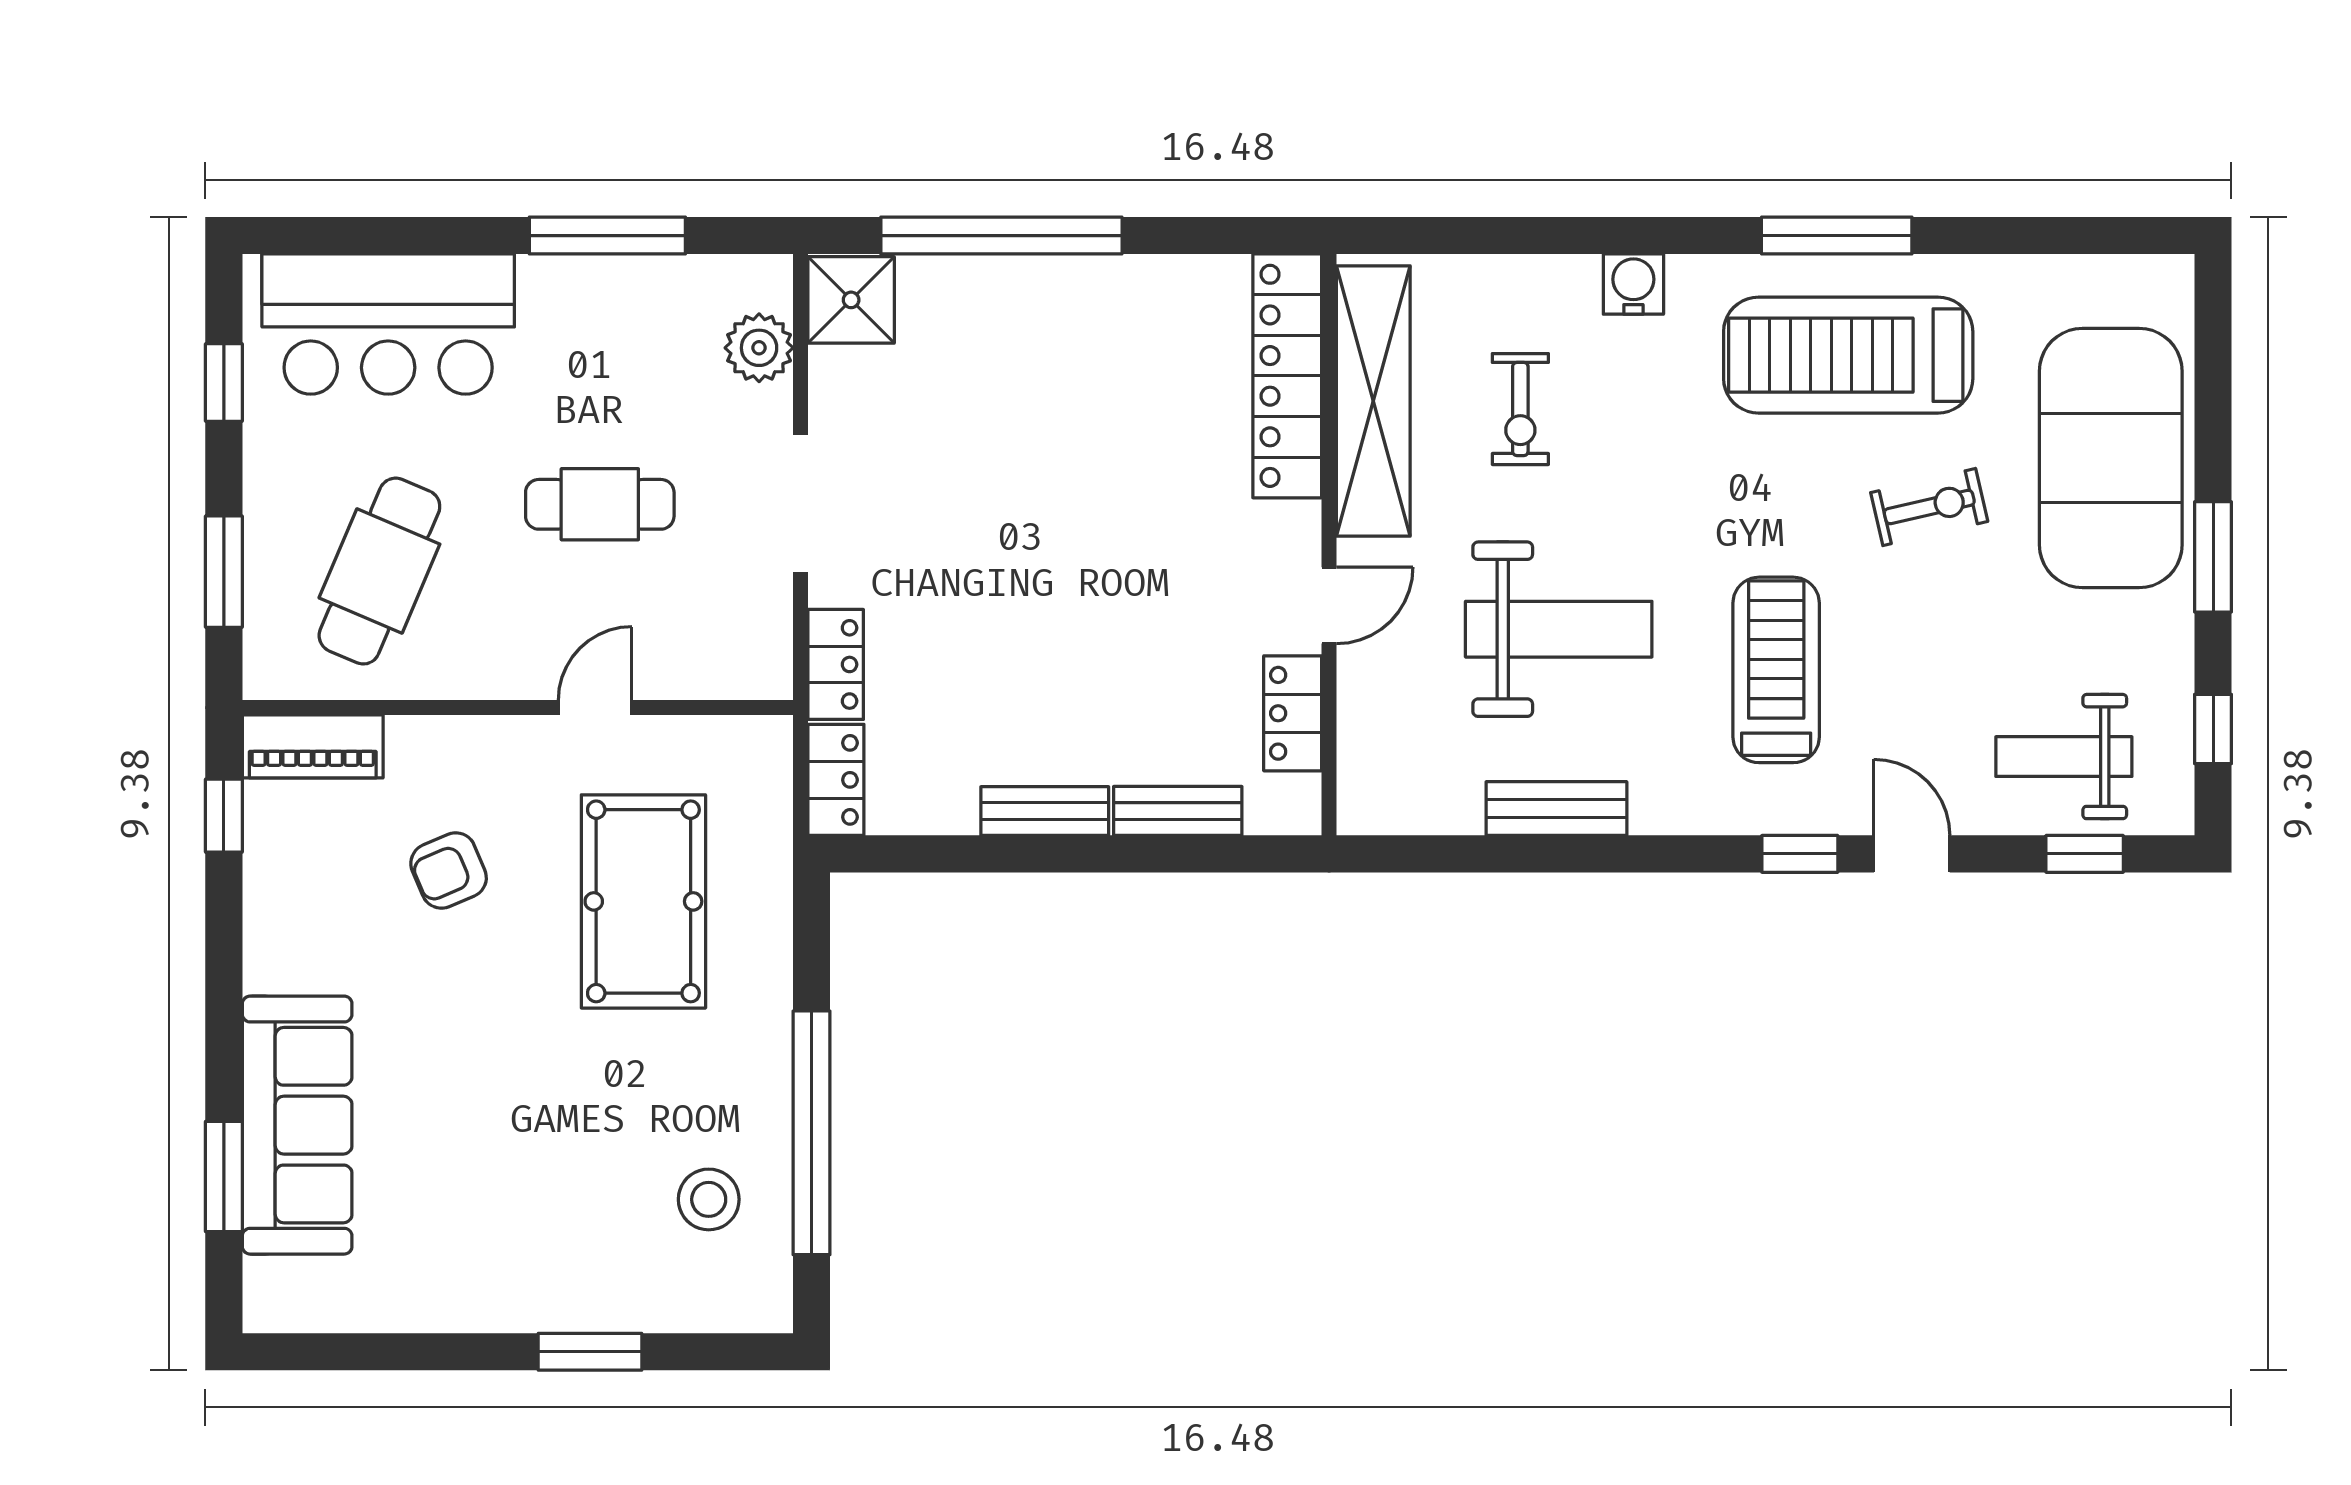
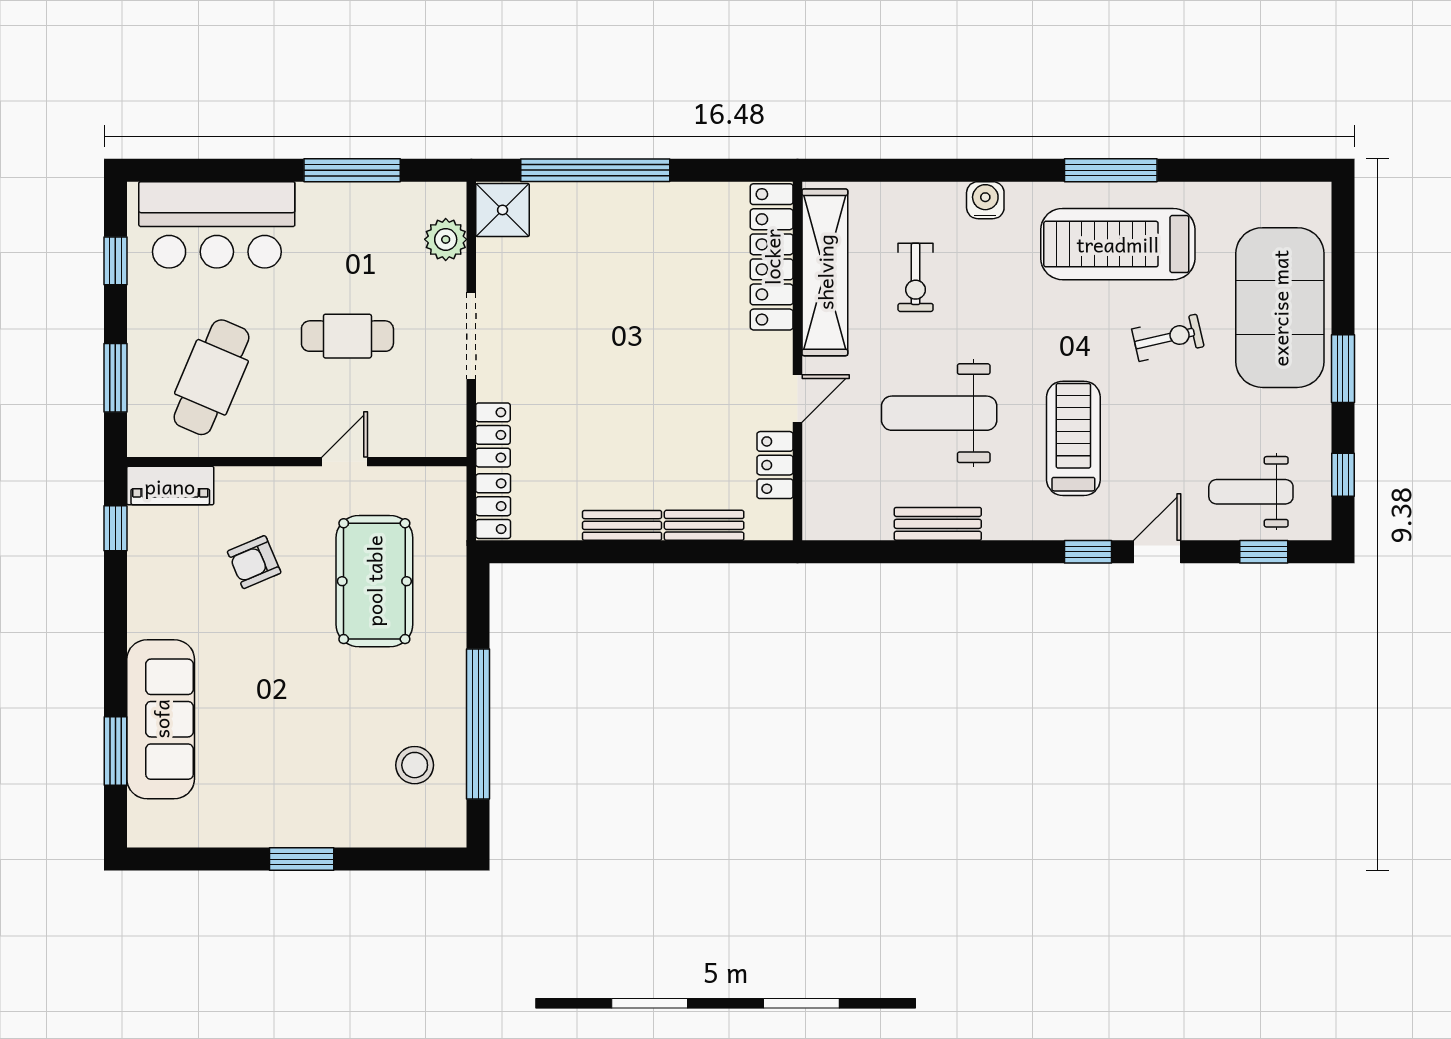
weight bench: (1559, 629) -> (939, 413), turned 180
door: (1912, 854) -> (1157, 552), hinge flipped
window: (590, 1352) -> (302, 859), moved

